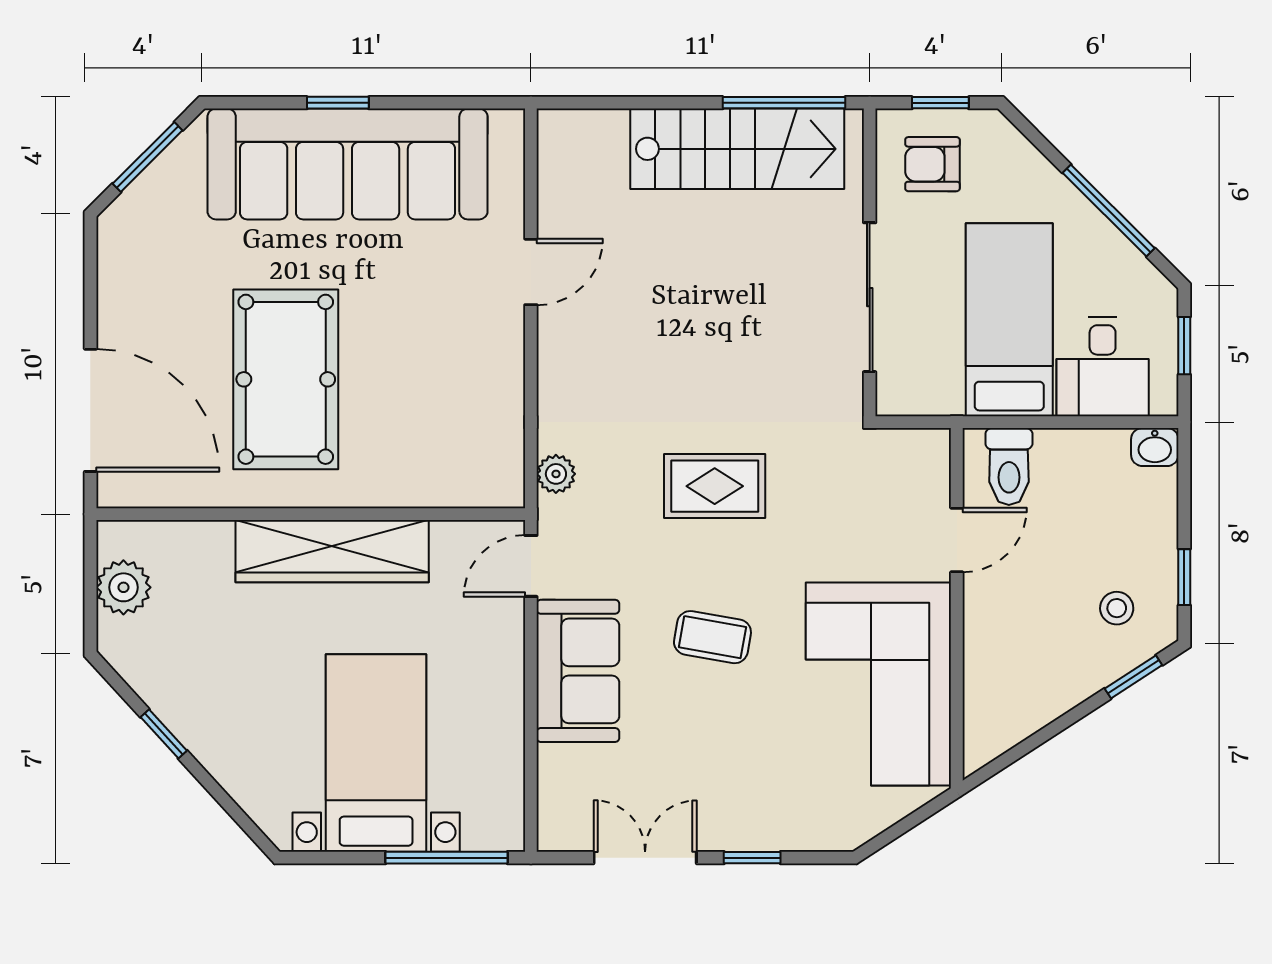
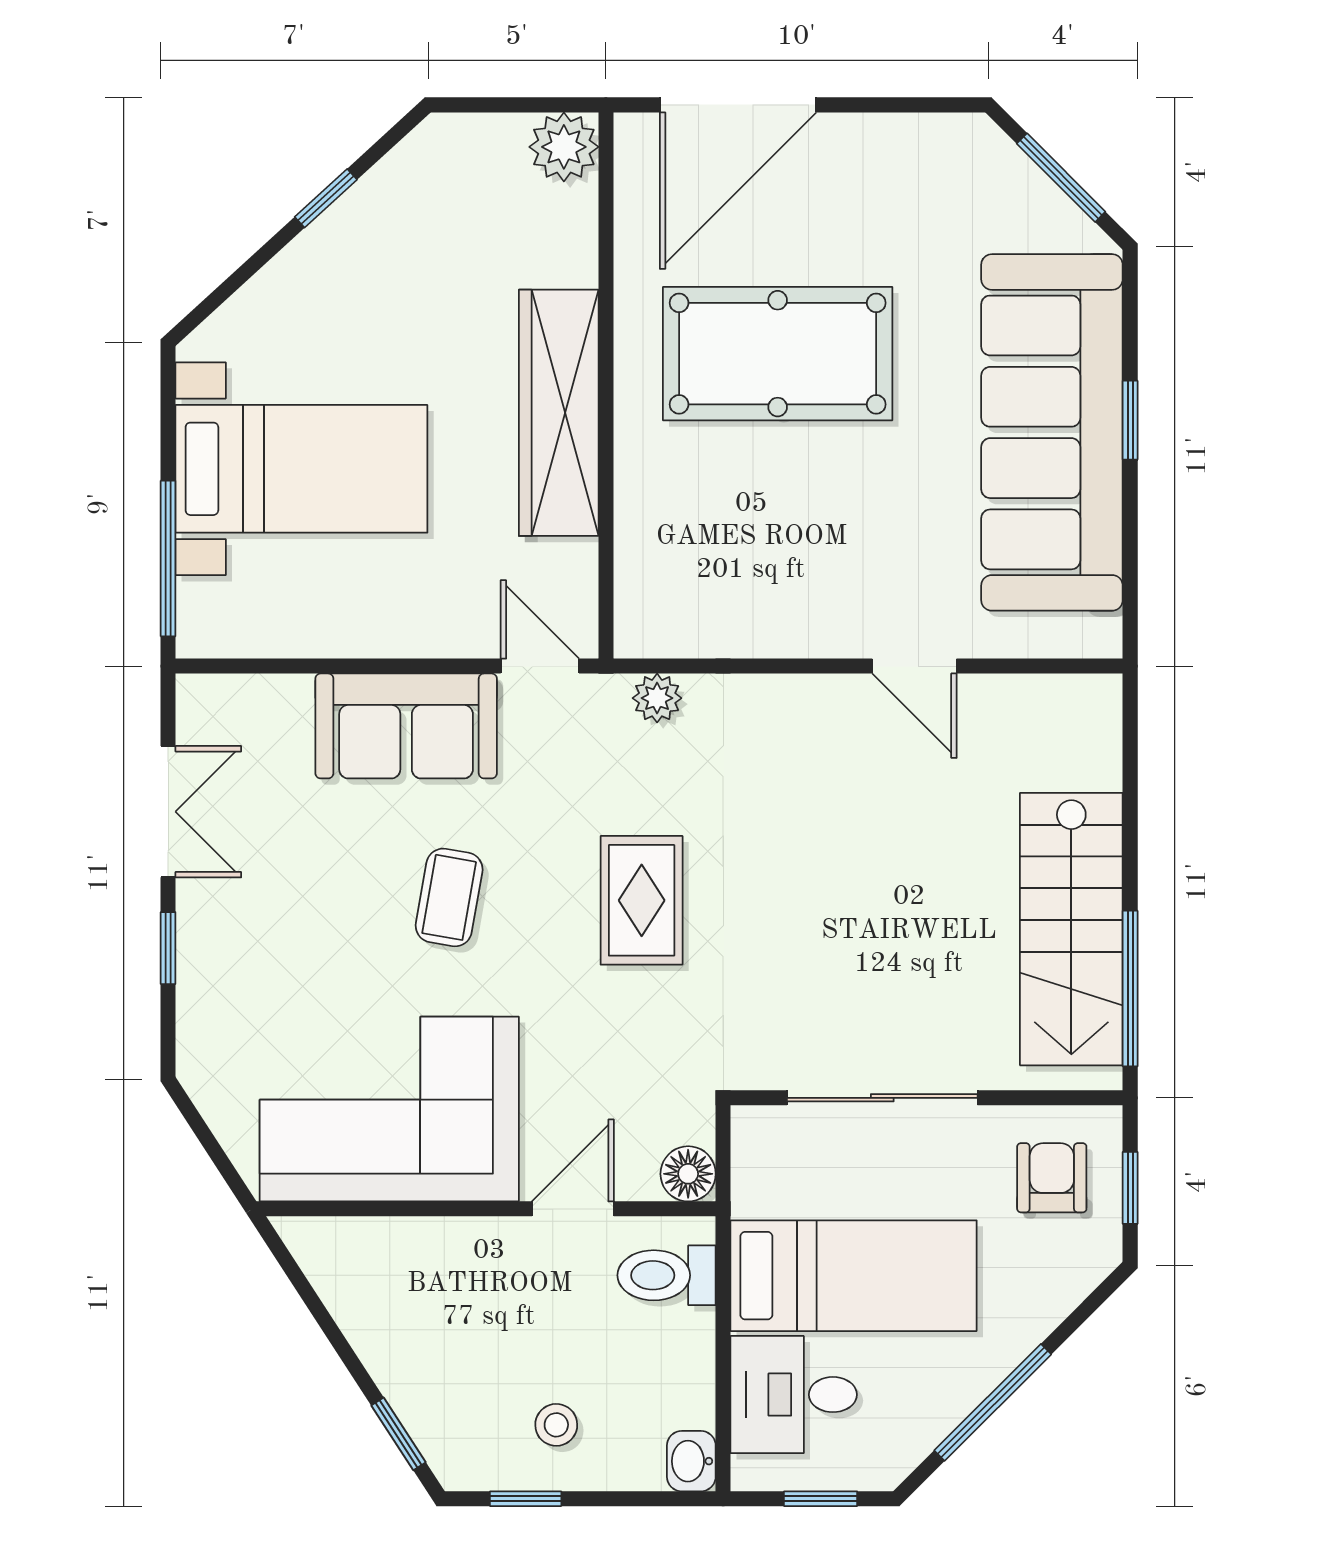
floor lamp: (929, 450) -> (688, 1174), added
door: (957, 540) -> (573, 1209), swing flipped
plant: (123, 587) -> (564, 147), moved
stool: (1117, 608) -> (556, 1425), moved

